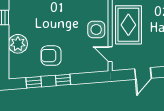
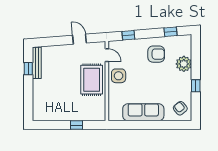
door: (143, 74) -> (80, 39), hinge flipped
window: (63, 80) -> (128, 35), moved

